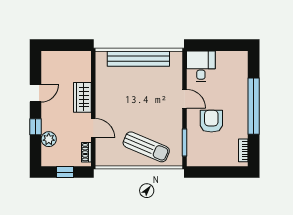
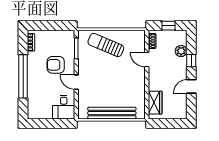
wardrobe: (82, 97) -> (155, 103), moved
armchair: (211, 121) -> (56, 65), turned 90

